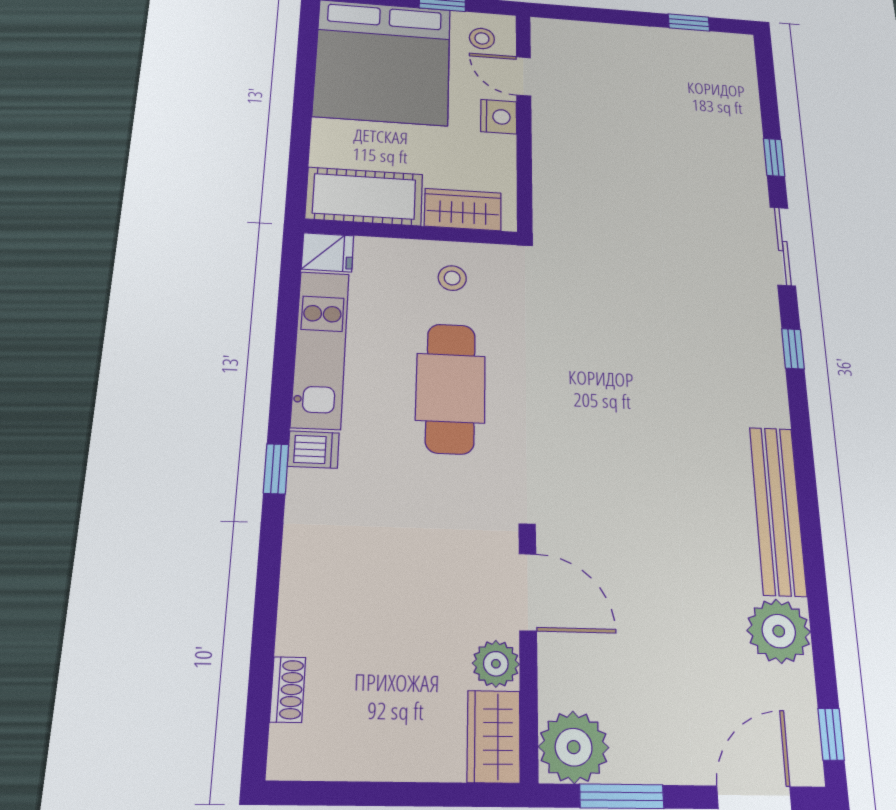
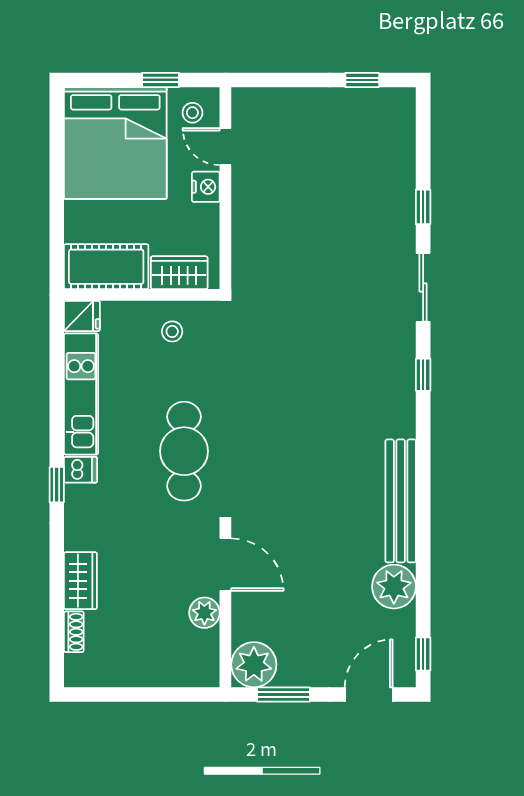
cafe table: (451, 388) -> (184, 451), moved
wardrobe: (494, 736) -> (80, 581), moved, turned 180

